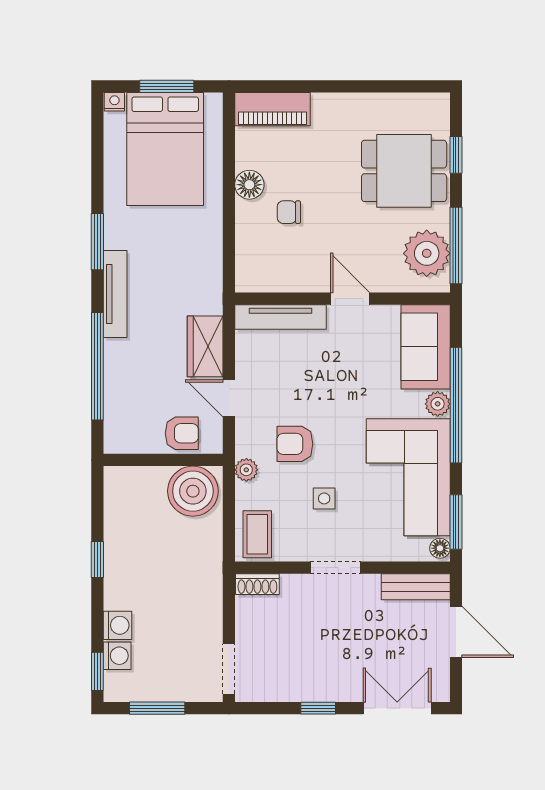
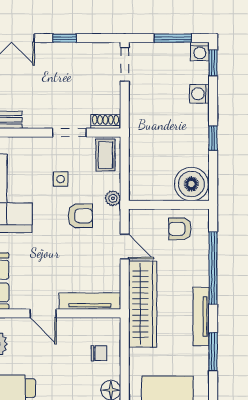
chair: (289, 212) -> (99, 353), moved
wardrobe: (205, 346) -> (143, 304), width x2.10, depth x1.17
armchair: (182, 433) -> (180, 229), moved
boiler: (193, 491) -> (191, 184), moved
doorway: (335, 568) -> (69, 133), moved
washing machine: (117, 656) -> (200, 51), moved, turned -90

